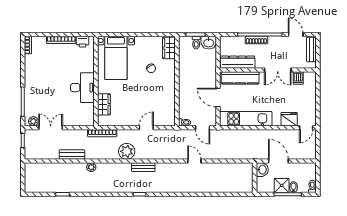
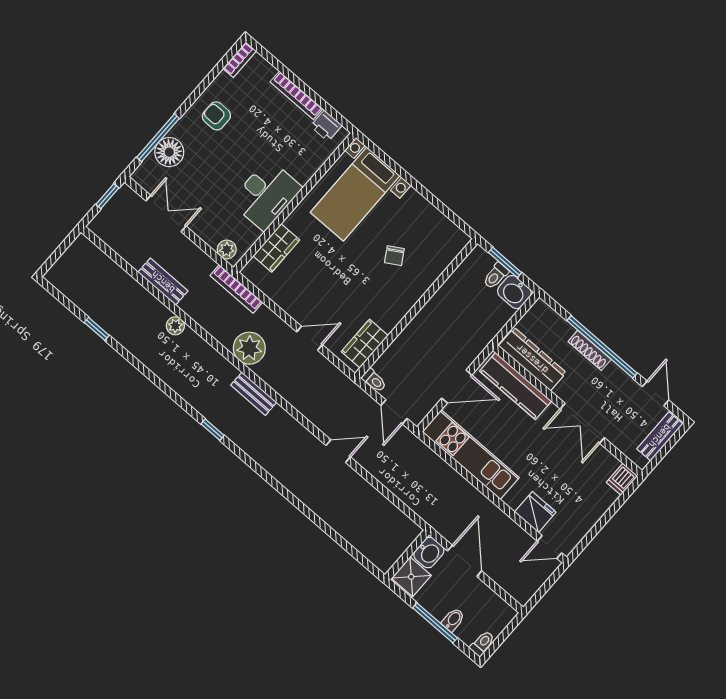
wardrobe: (169, 48) -> (365, 344), moved
armchair: (38, 74) -> (216, 116), added
dishwasher: (298, 78) -> (622, 479), moved
door: (218, 98) -> (457, 387), swing flipped
floor lamp: (32, 103) -> (169, 152), added
plant: (33, 121) -> (227, 250), moved
door: (194, 161) -> (338, 451), hinge flipped
shower: (282, 185) -> (411, 577), moved

